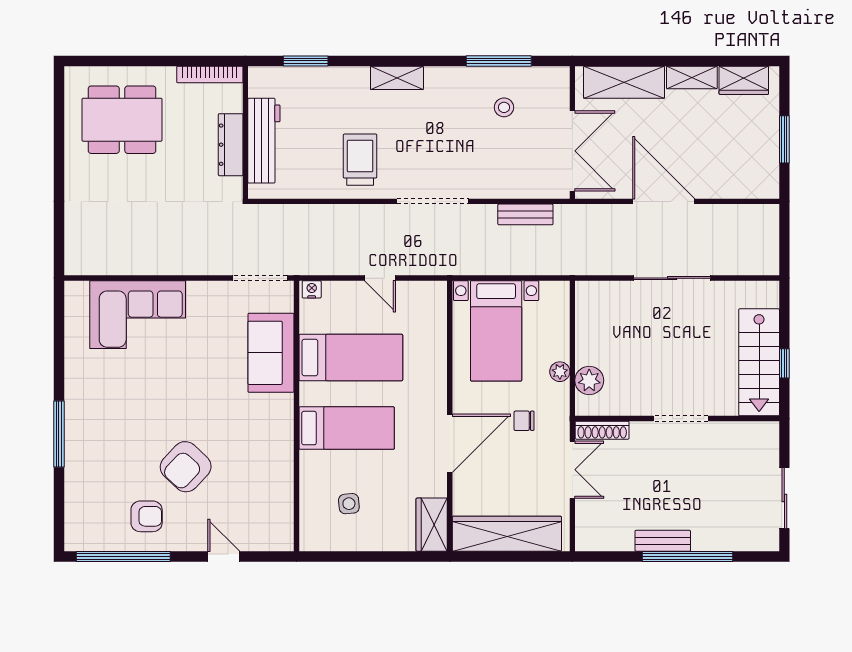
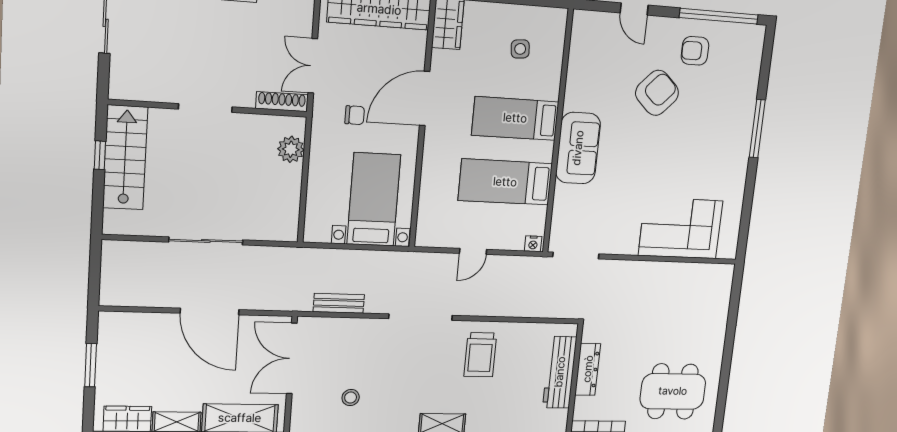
door: (380, 278) -> (473, 251), swing flipped
sofa: (271, 353) -> (578, 148), moved
plant: (560, 372) -> (318, 159), removed

